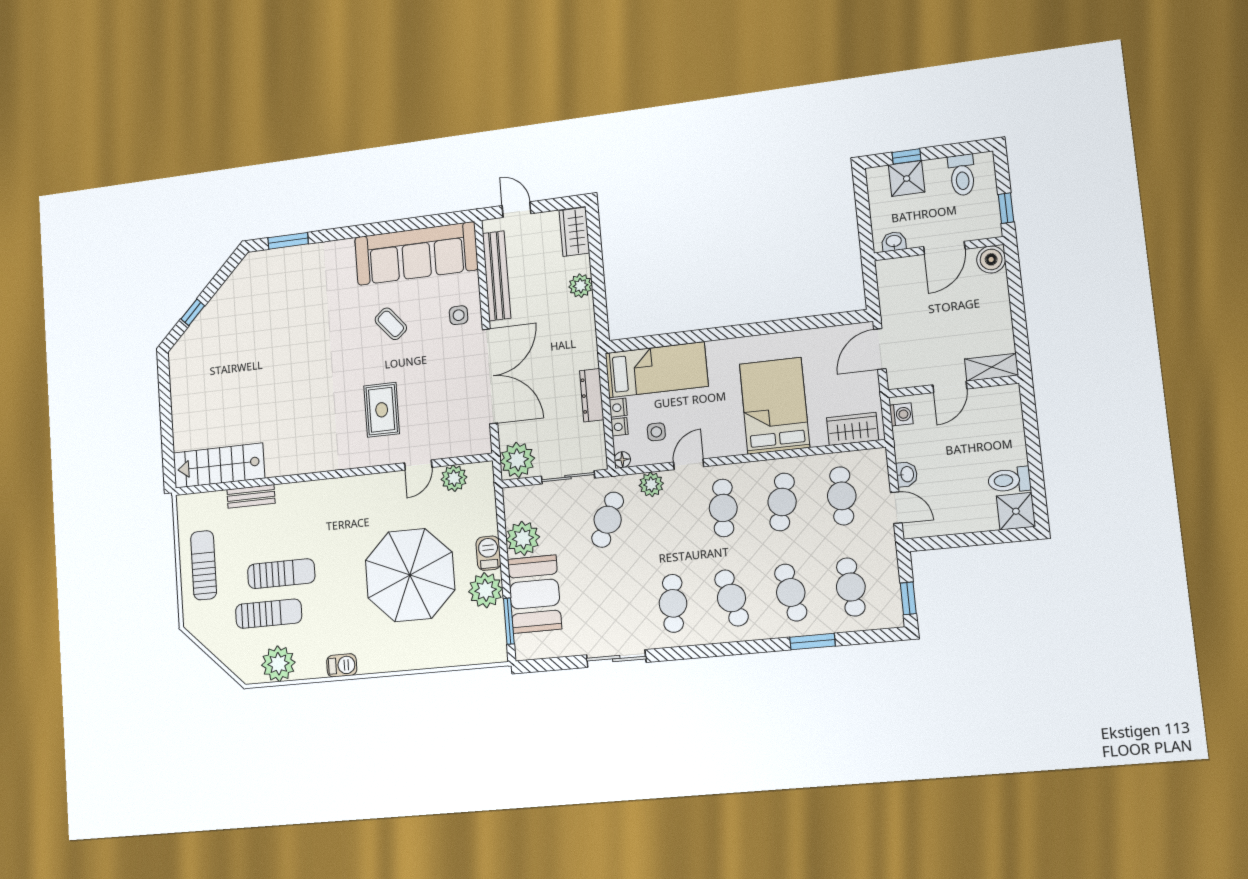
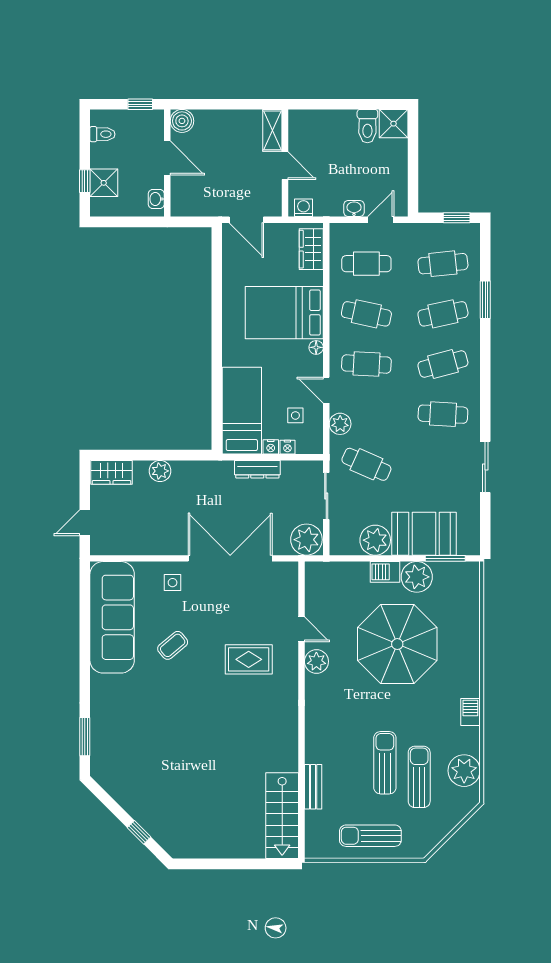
toilet: (962, 175) -> (102, 134), width x0.73, depth x0.72
bench: (497, 276) -> (142, 545), removed
floor lamp: (622, 460) -> (316, 347), moved
plant: (454, 478) -> (316, 661), moved

